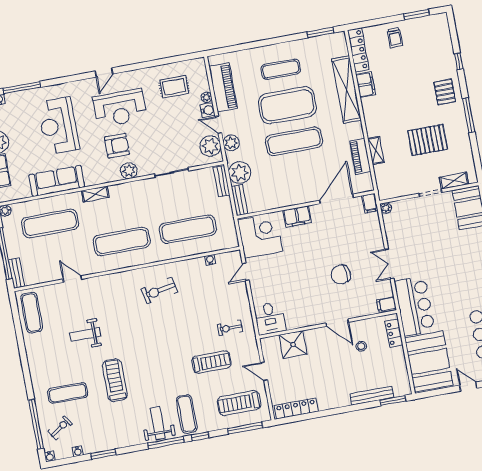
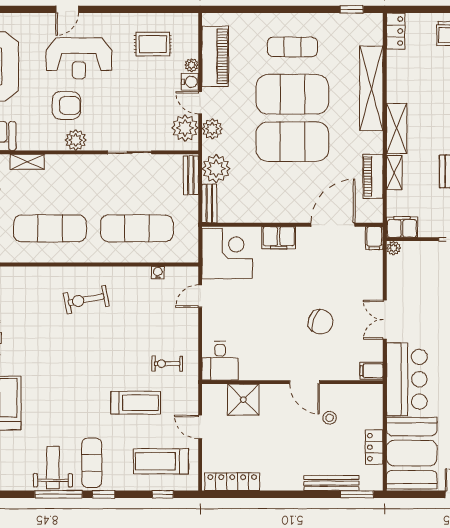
window: (320, 32) -> (352, 9), width x0.67
locker: (358, 50) -> (396, 31), width x0.66
filing cabinet: (366, 84) -> (402, 227), moved, turned -90
shelving: (371, 117) -> (397, 129), added
exercise mat: (294, 141) -> (292, 142), width x1.47
chair: (341, 274) -> (321, 322), turned -152
locker: (394, 333) -> (374, 447), moved
window: (245, 428) -> (163, 494), width x0.46

